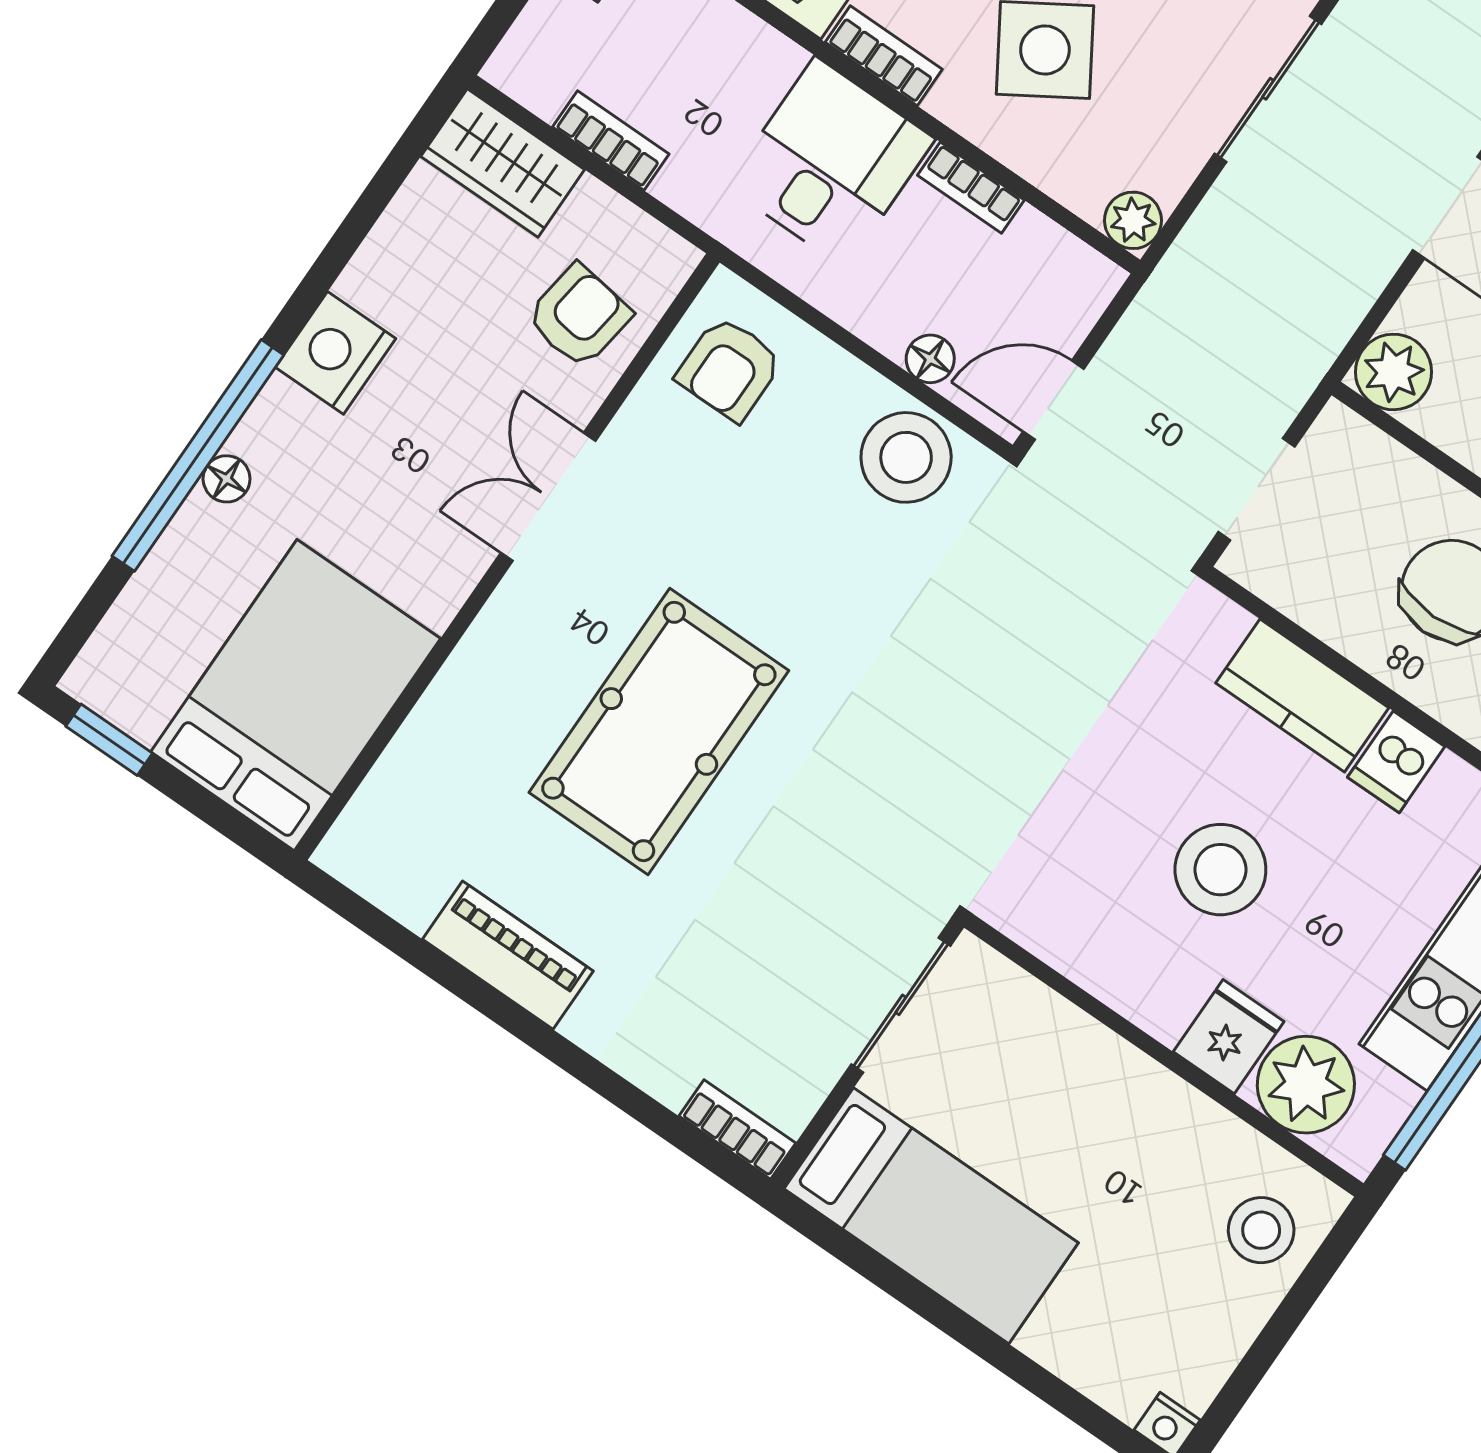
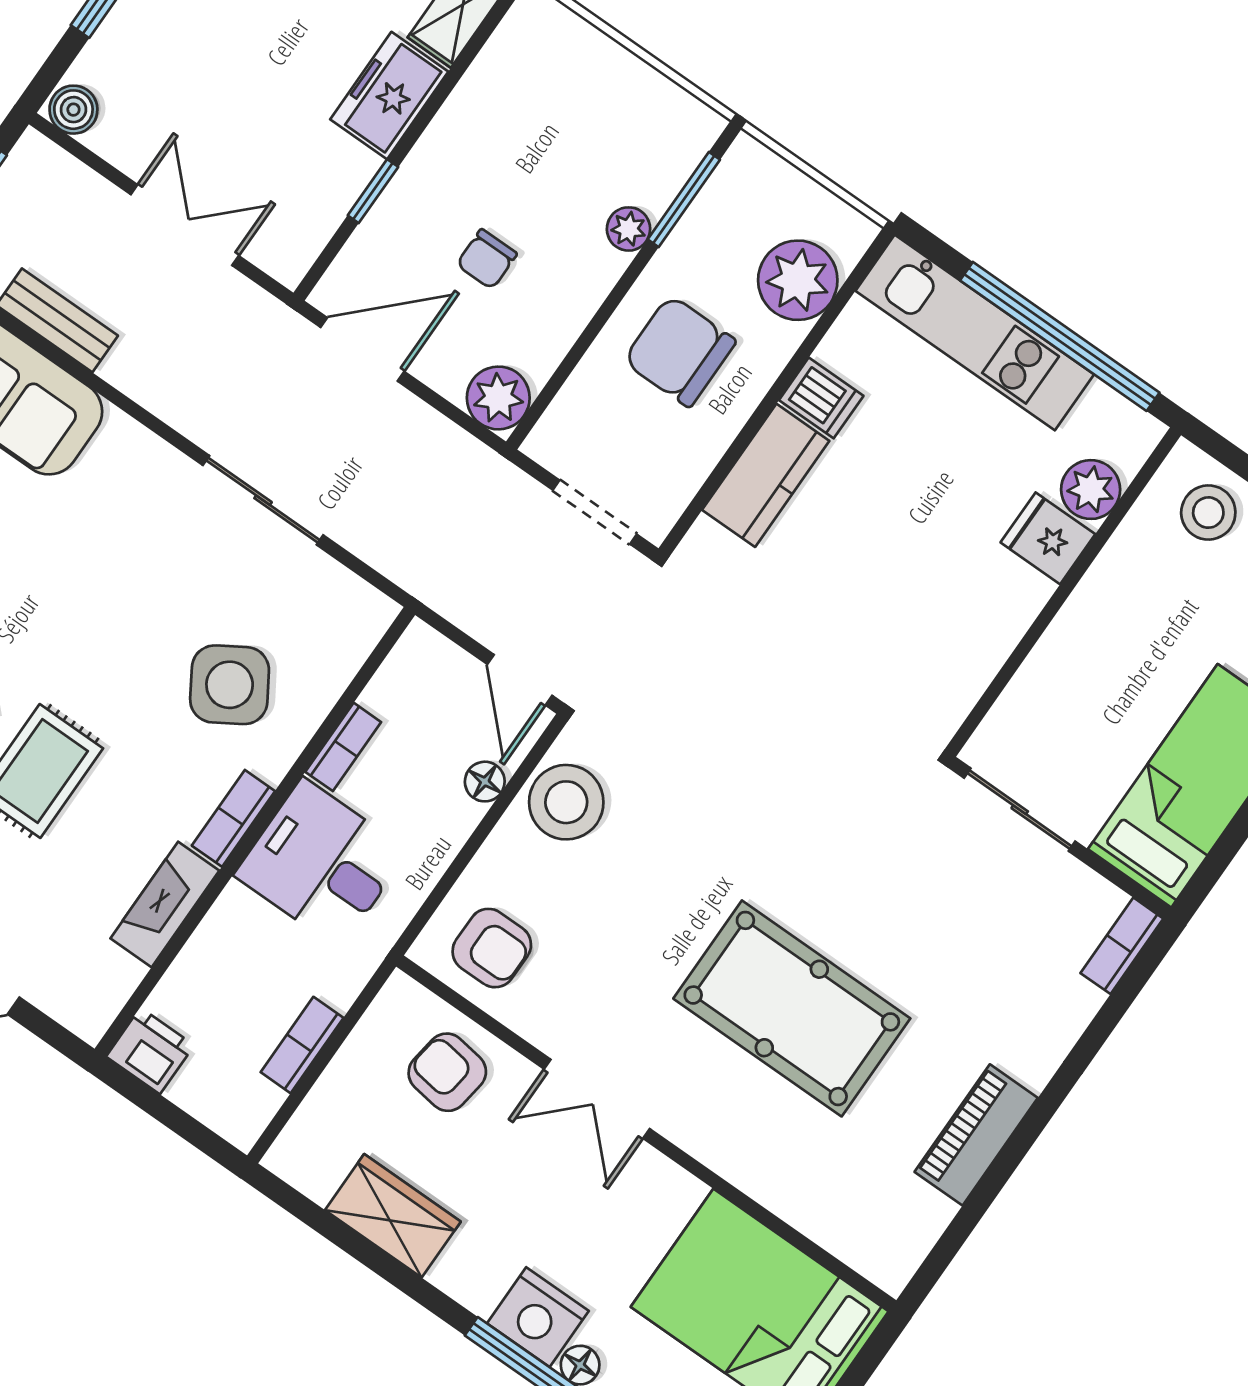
wardrobe: (503, 163) -> (393, 1216), moved, turned -90
plant: (1133, 220) -> (371, 613), removed
nightstand: (335, 353) -> (538, 1317), moved
stool: (1220, 870) -> (909, 544), removed
plant: (1306, 1085) -> (1091, 490), width x0.73, depth x0.73

